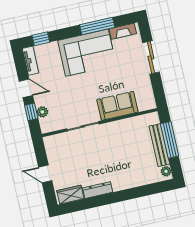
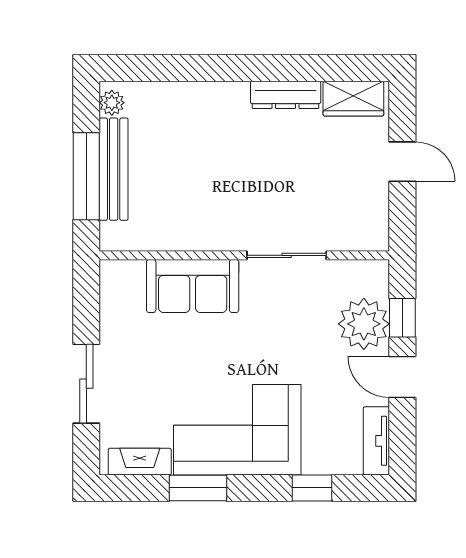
window: (97, 26) -> (198, 488), width x0.69
window: (41, 39) -> (312, 488), moved
plant: (42, 112) -> (364, 324), width x1.88, depth x1.88

